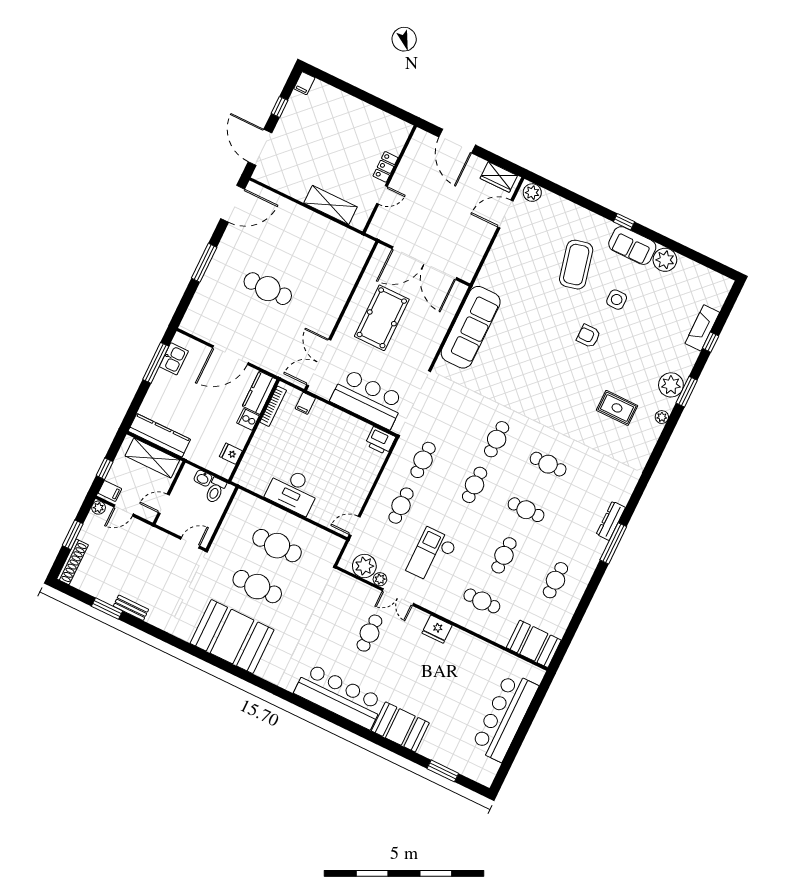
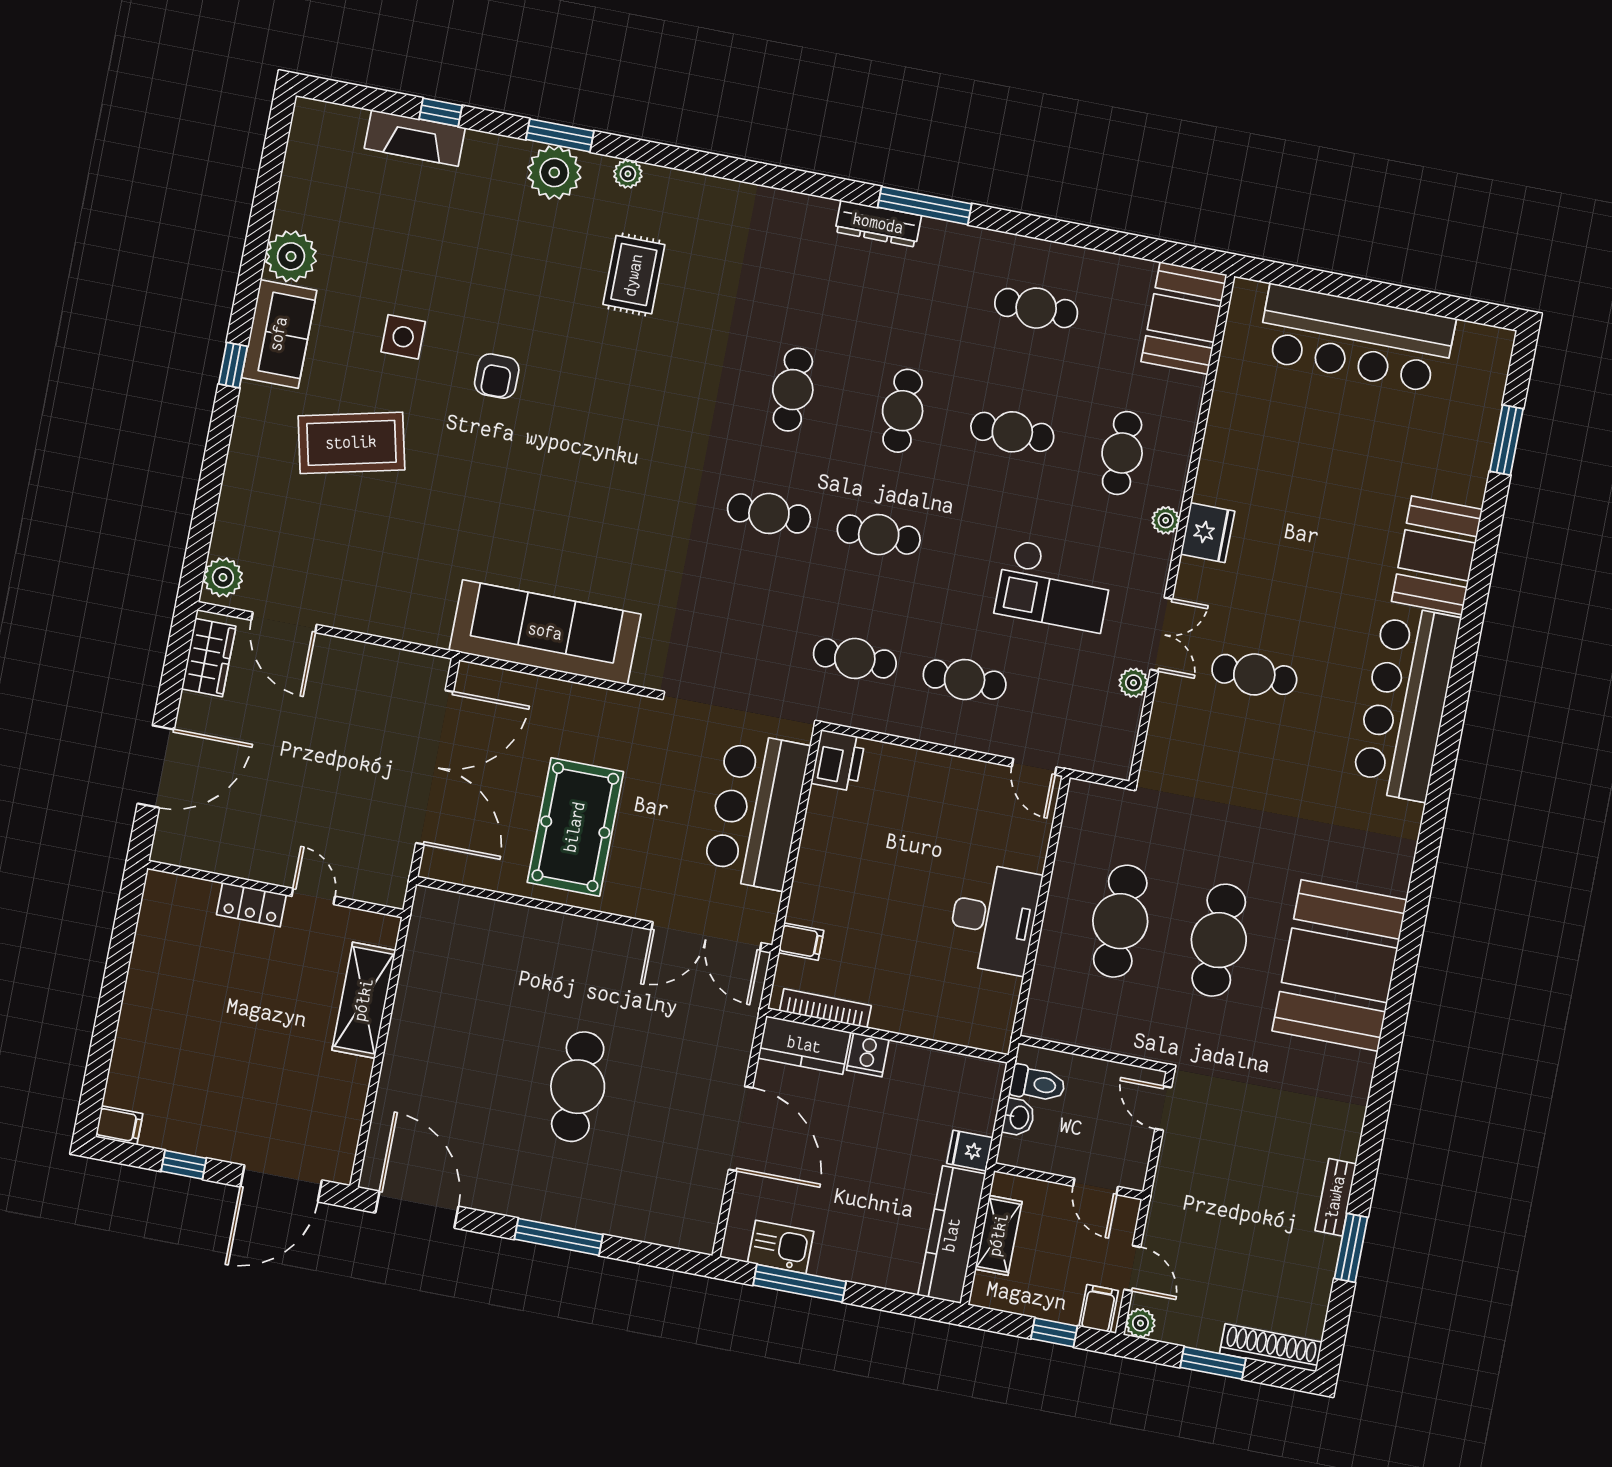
pool table: (382, 318) -> (575, 827), turned 90
fridge: (231, 454) -> (970, 1151), moved, turned 90
shelving: (152, 458) -> (999, 1235), width x0.67, depth x0.75
plant: (364, 566) -> (1166, 520), moved, width x0.53, depth x0.53

